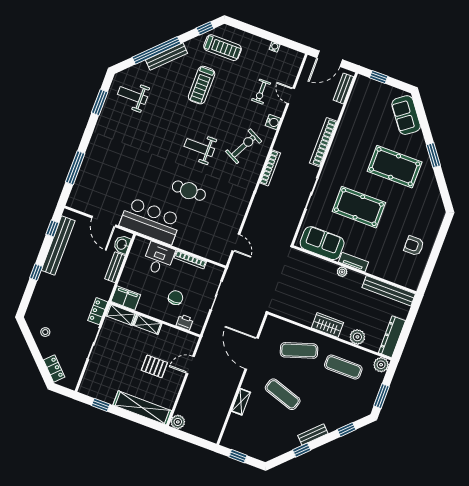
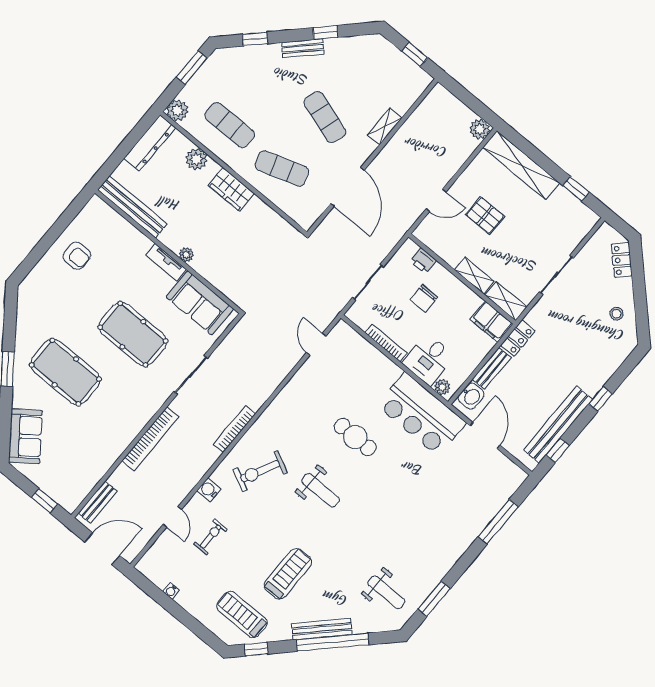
plant: (143, 244) -> (442, 387), added
locker: (98, 311) -> (518, 338), moved

